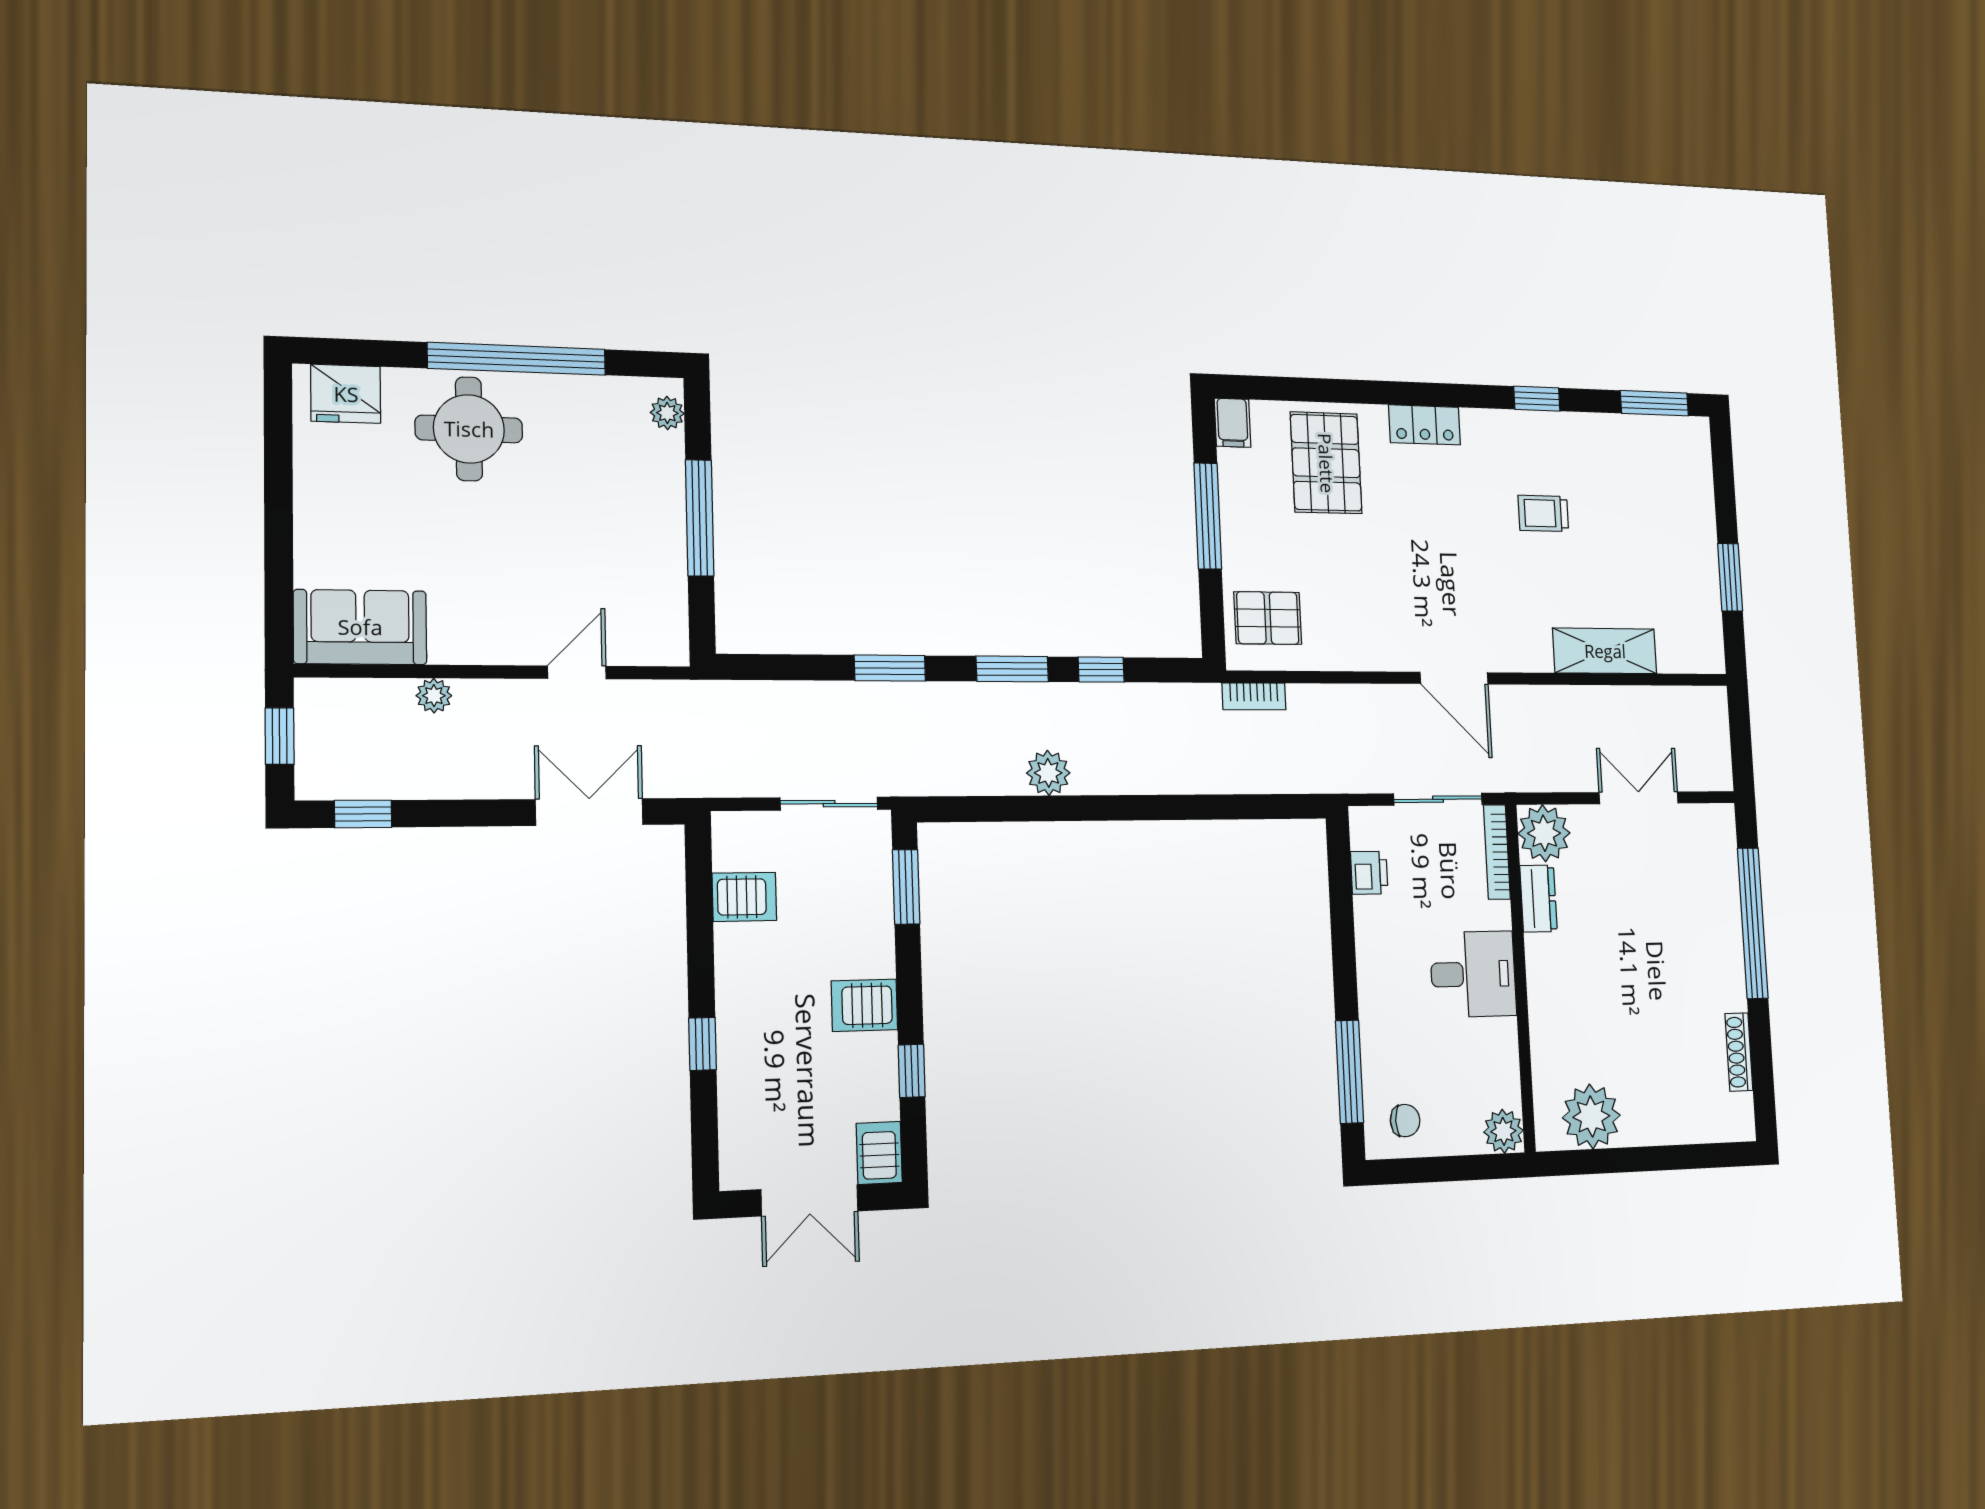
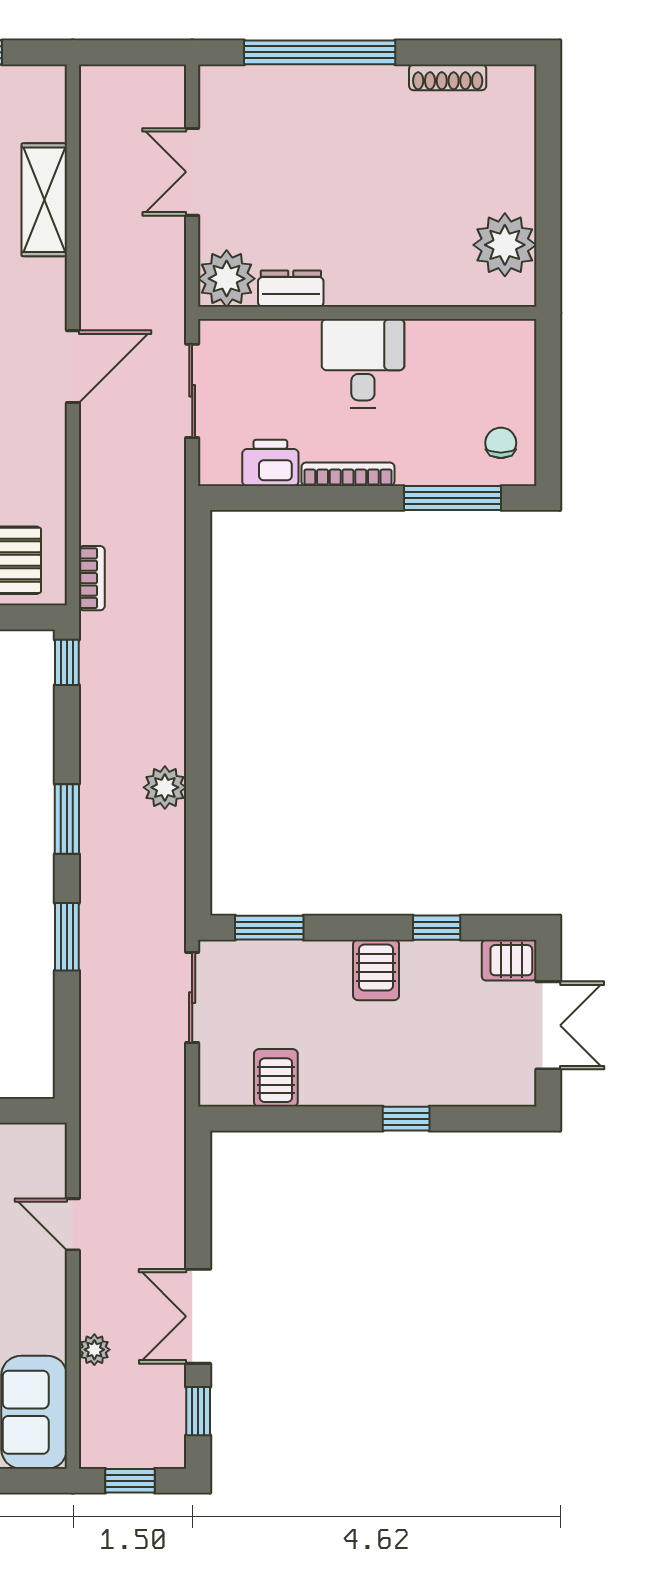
window: (1101, 670) -> (67, 662), moved
double door: (589, 812) -> (198, 1316), moved
bookcase: (1497, 852) -> (348, 474), moved, turned 180
printer: (1369, 873) -> (270, 463), width x1.36, depth x1.24
plant: (1503, 1131) -> (515, 340), removed

